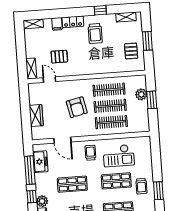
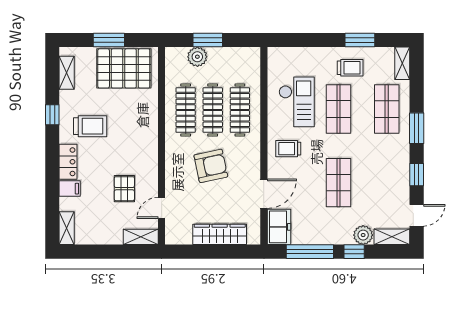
pallet: (131, 51) -> (124, 68), width x2.05, depth x2.00
wardrobe: (36, 116) -> (220, 234), width x1.50
freezer: (40, 162) -> (279, 227), moved, turned 90

